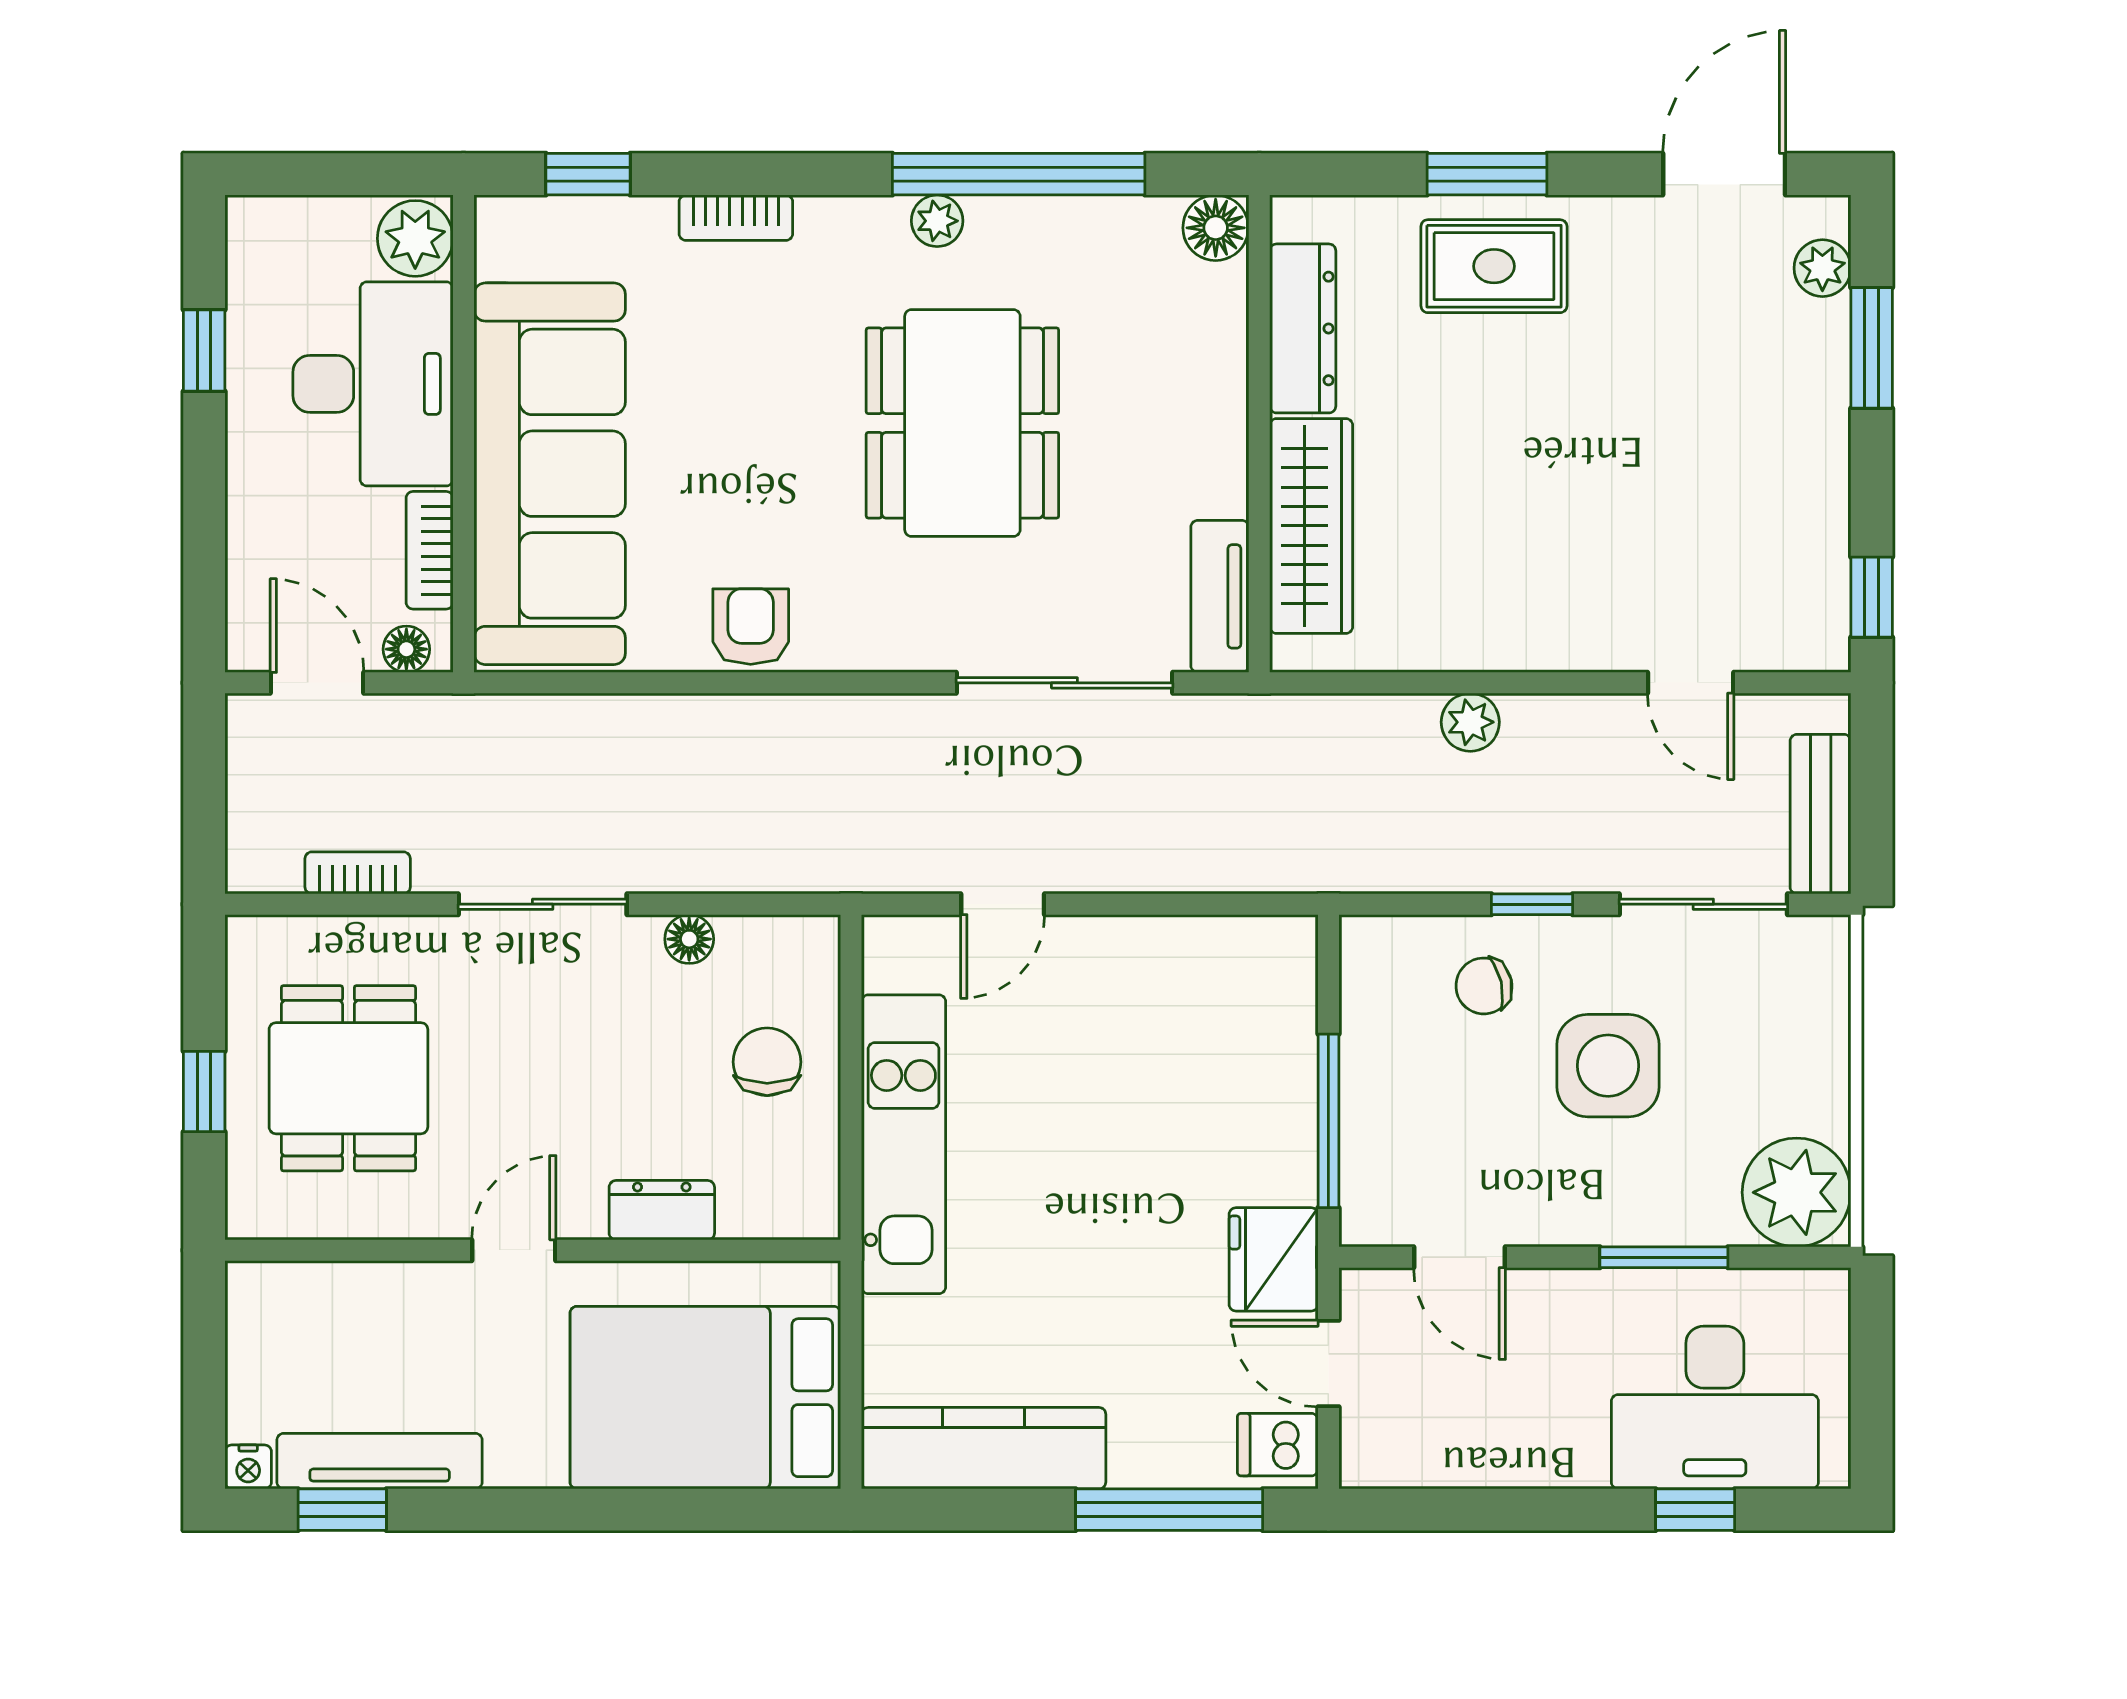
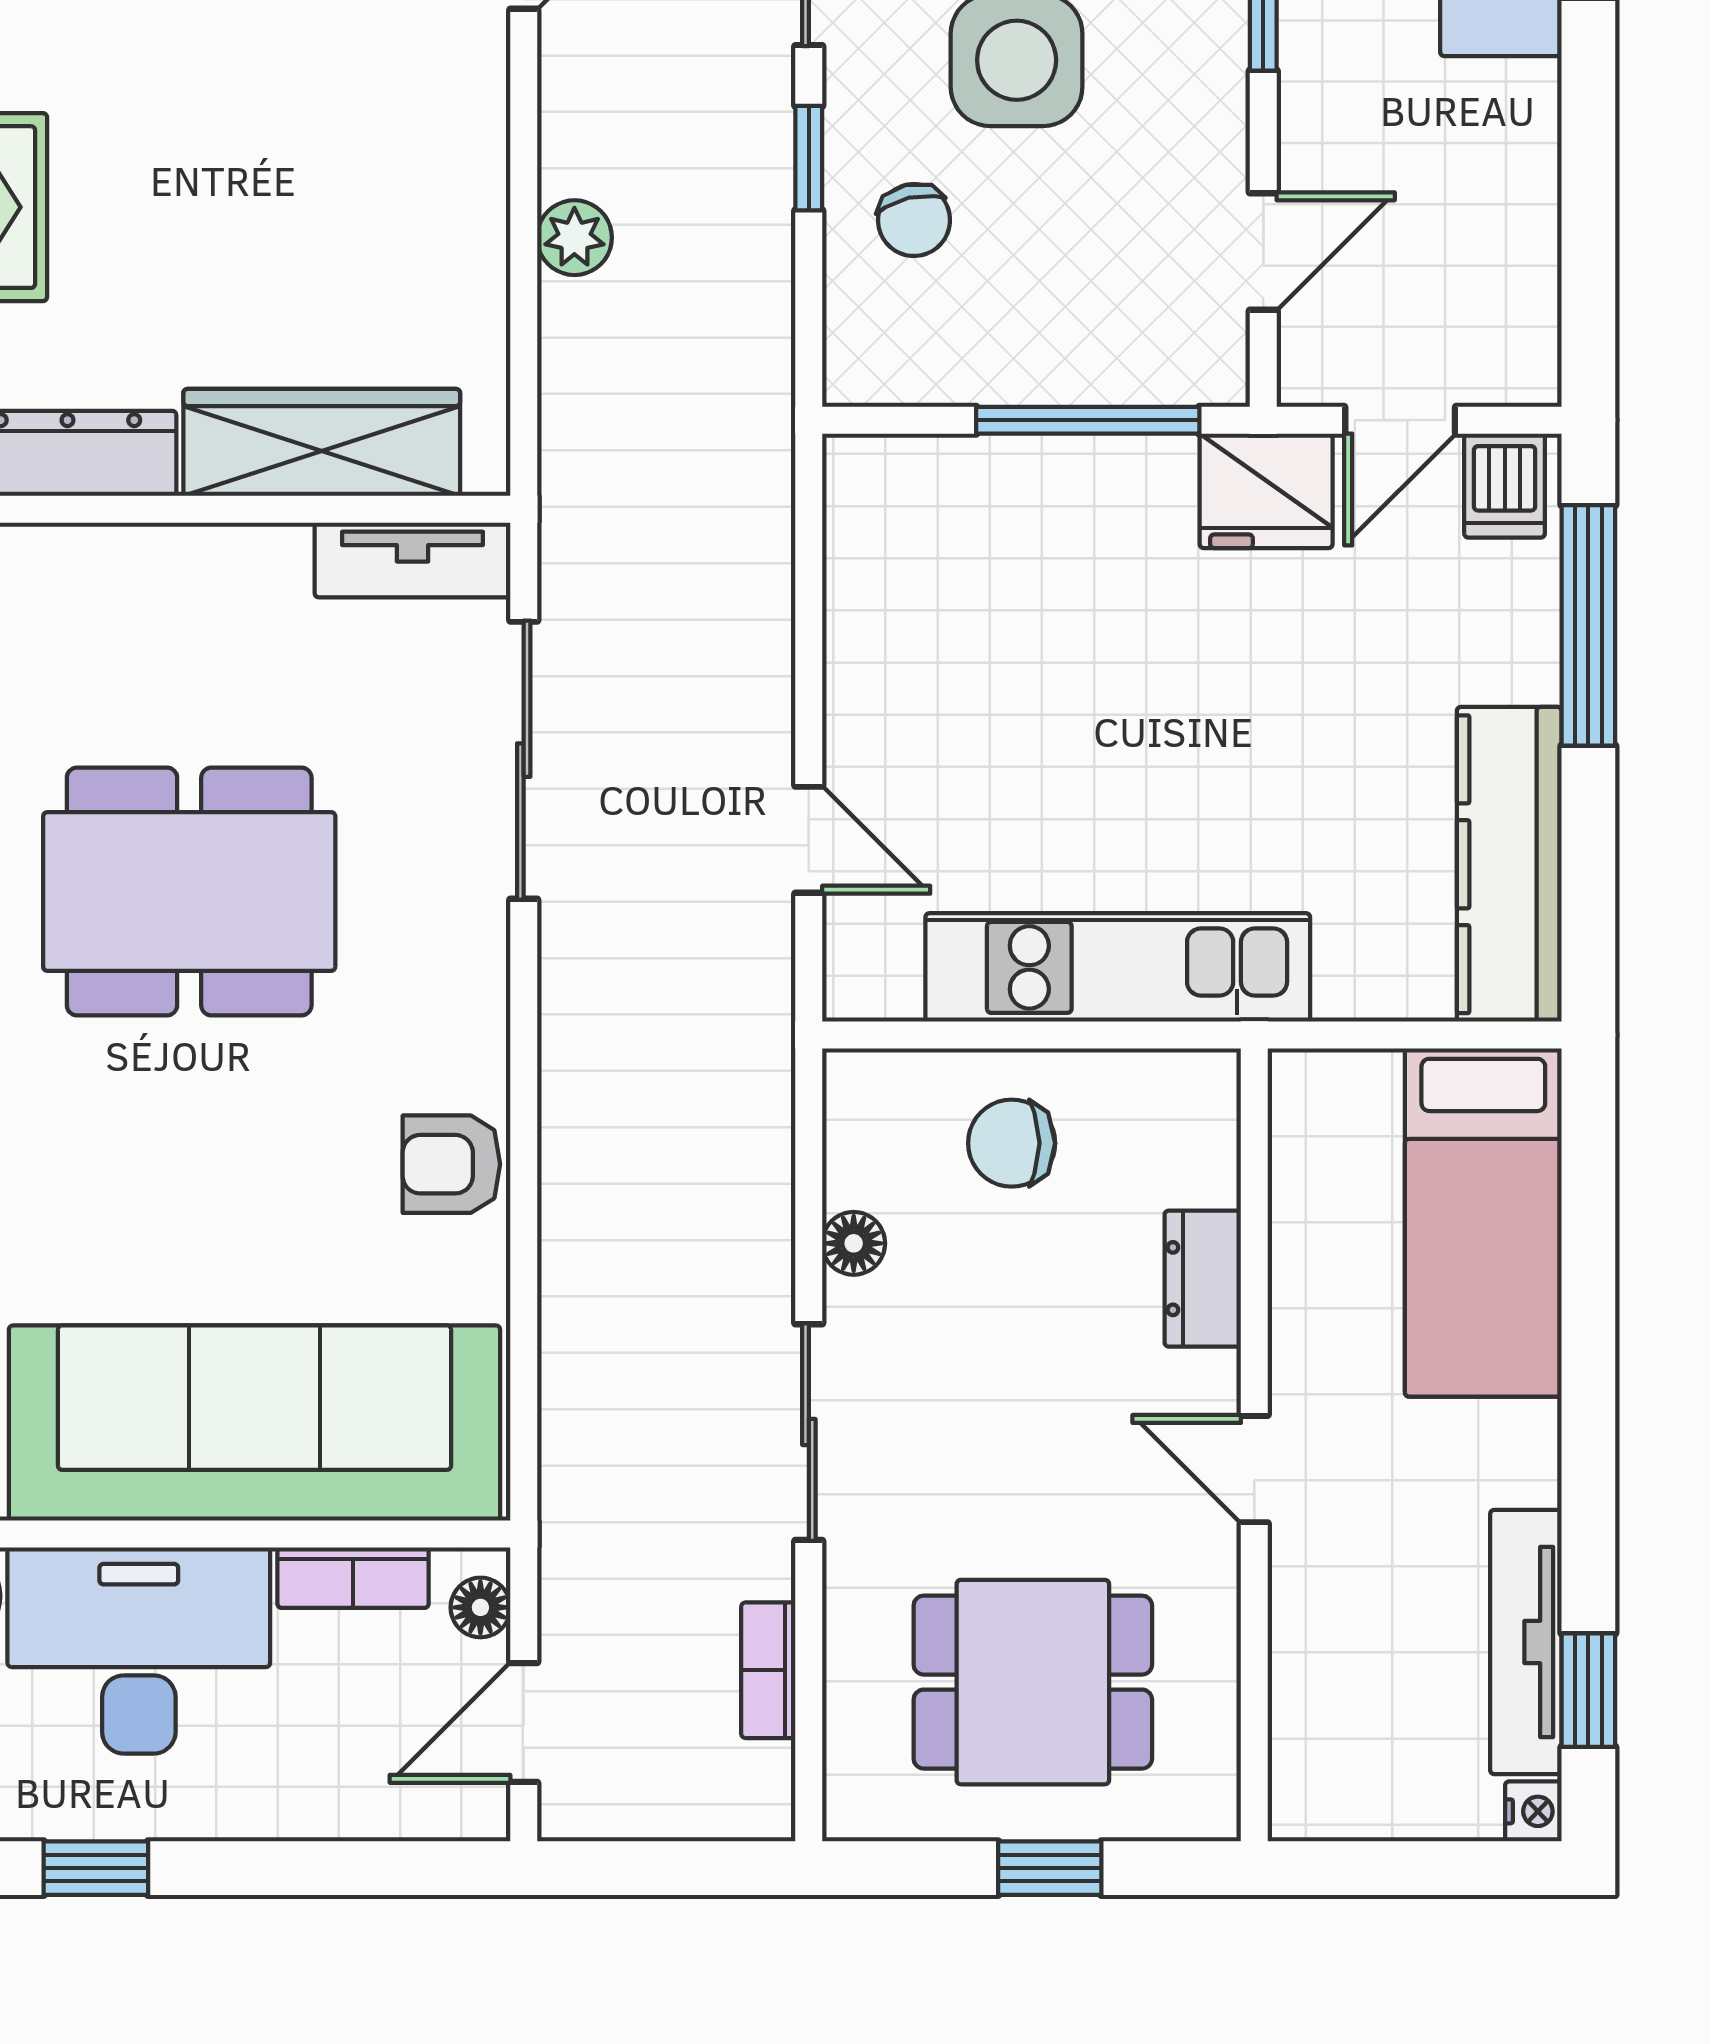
bed: (705, 1398) -> (1483, 1222), width x0.67

